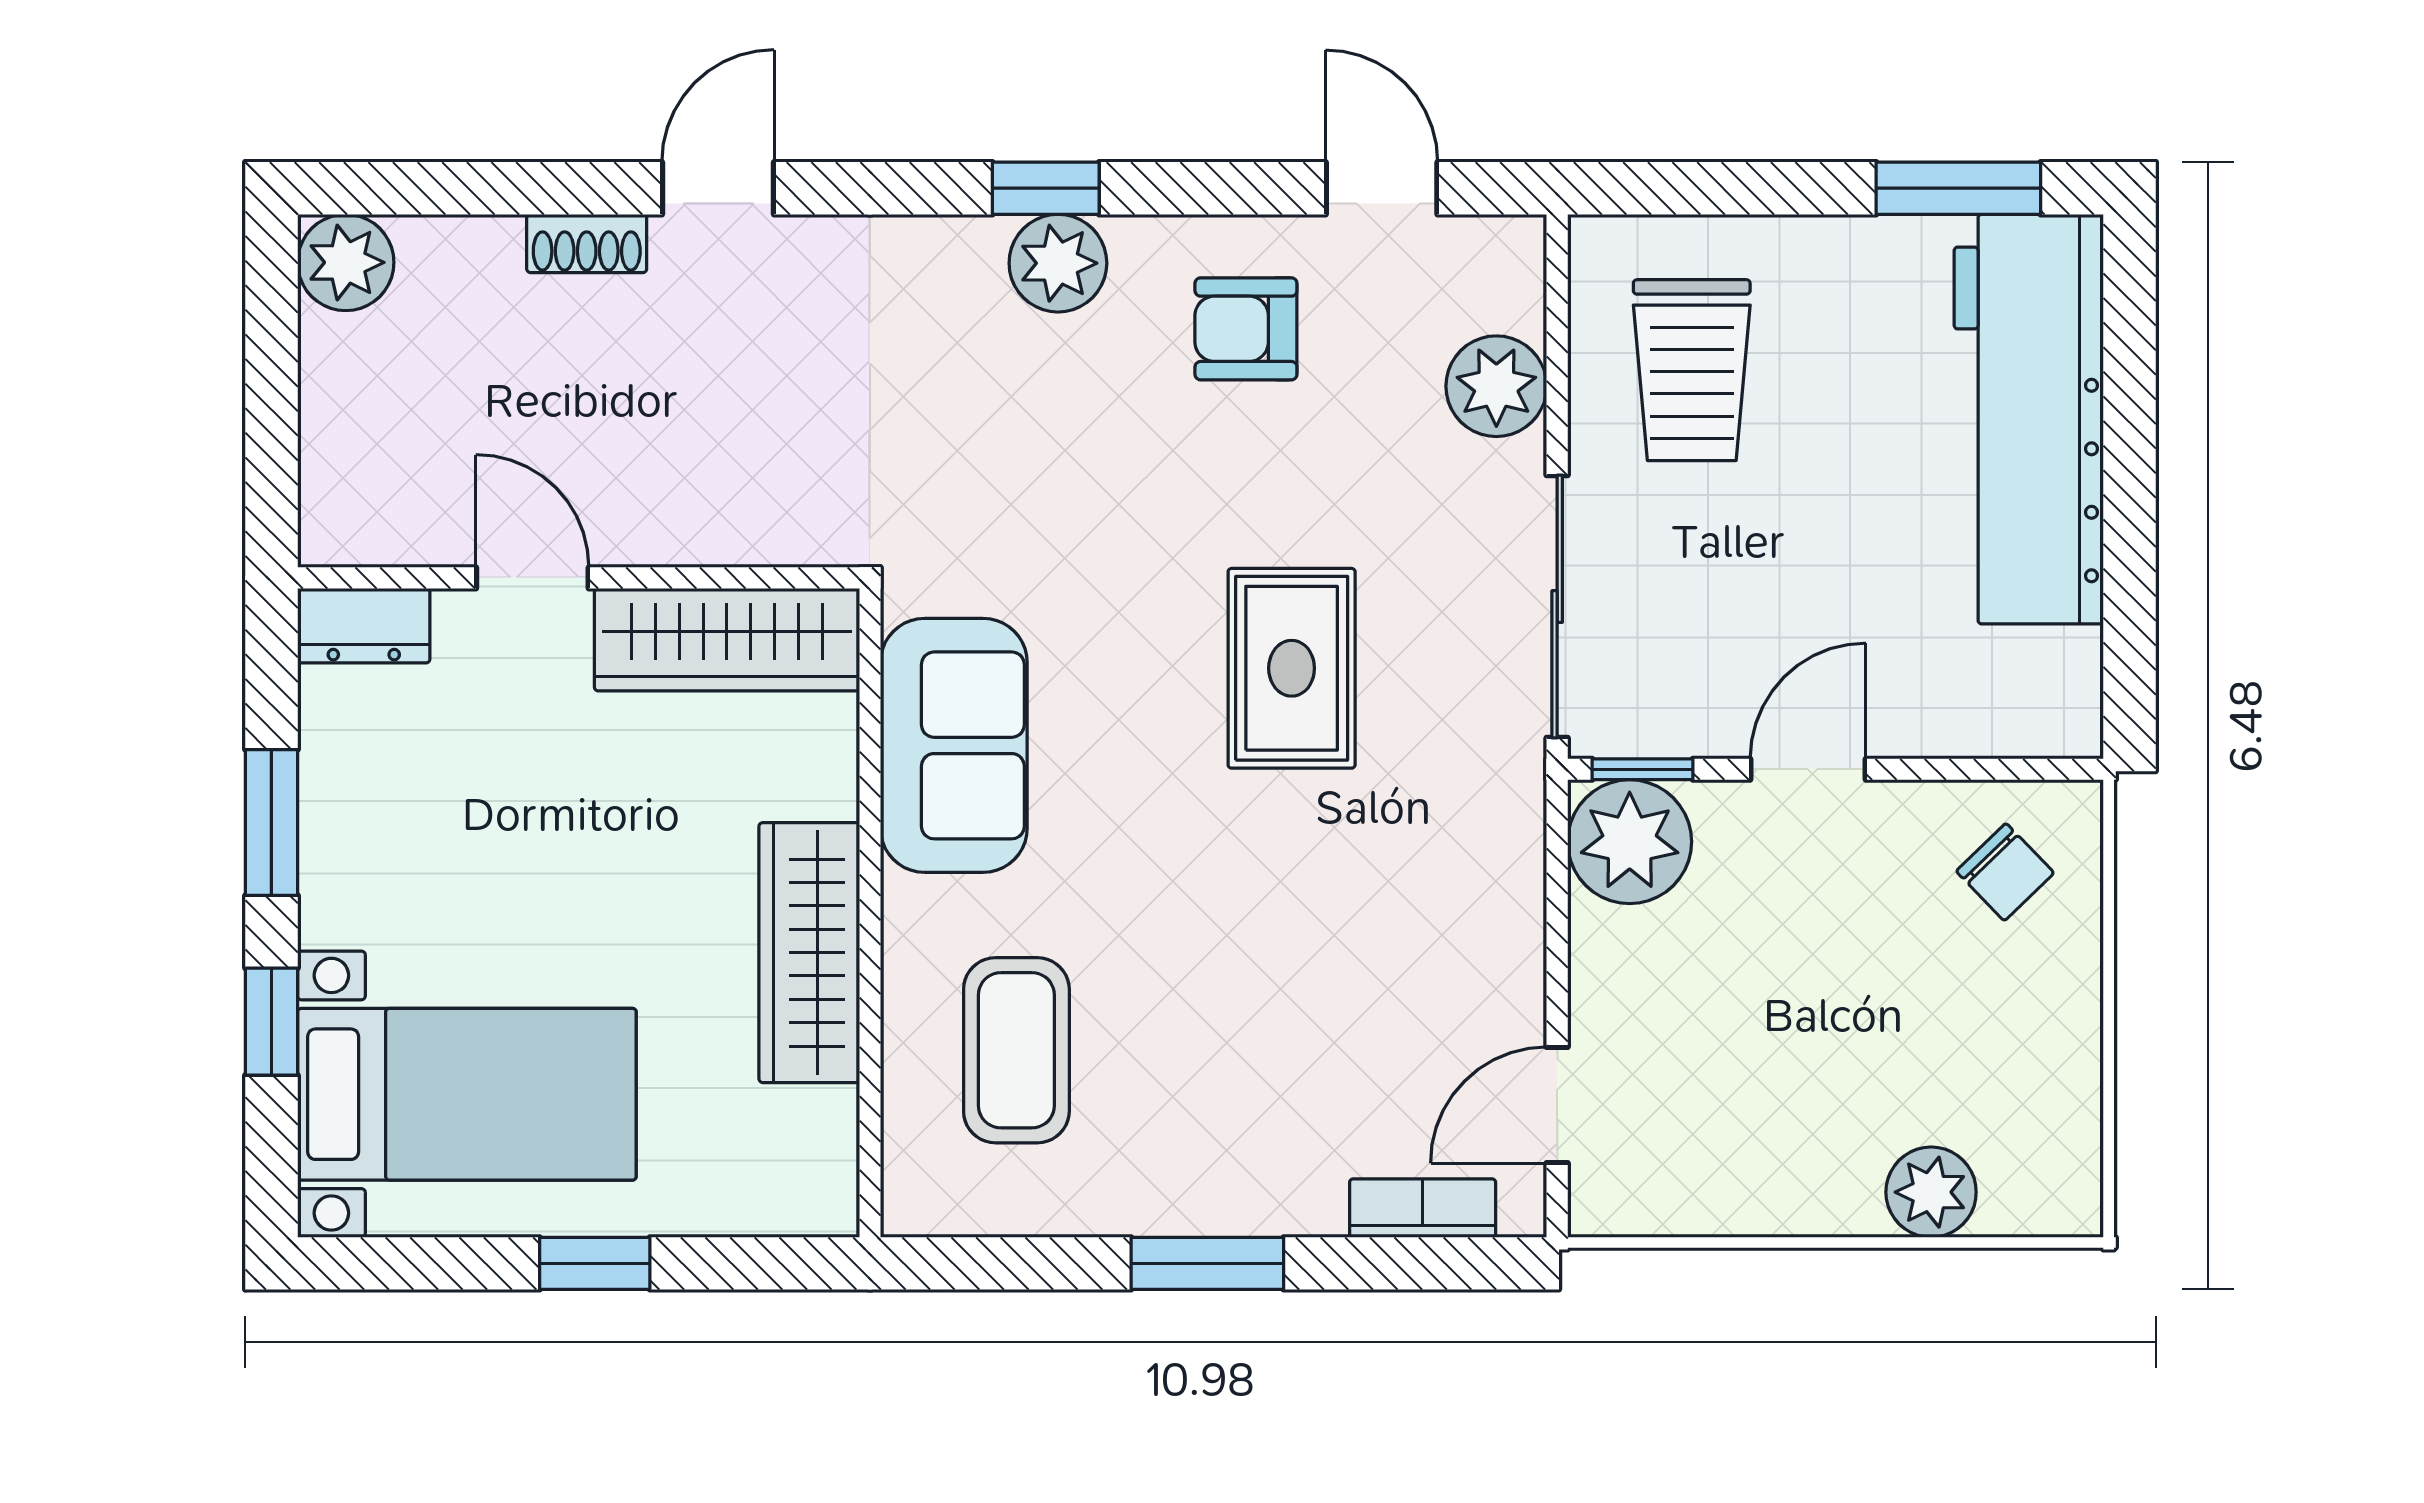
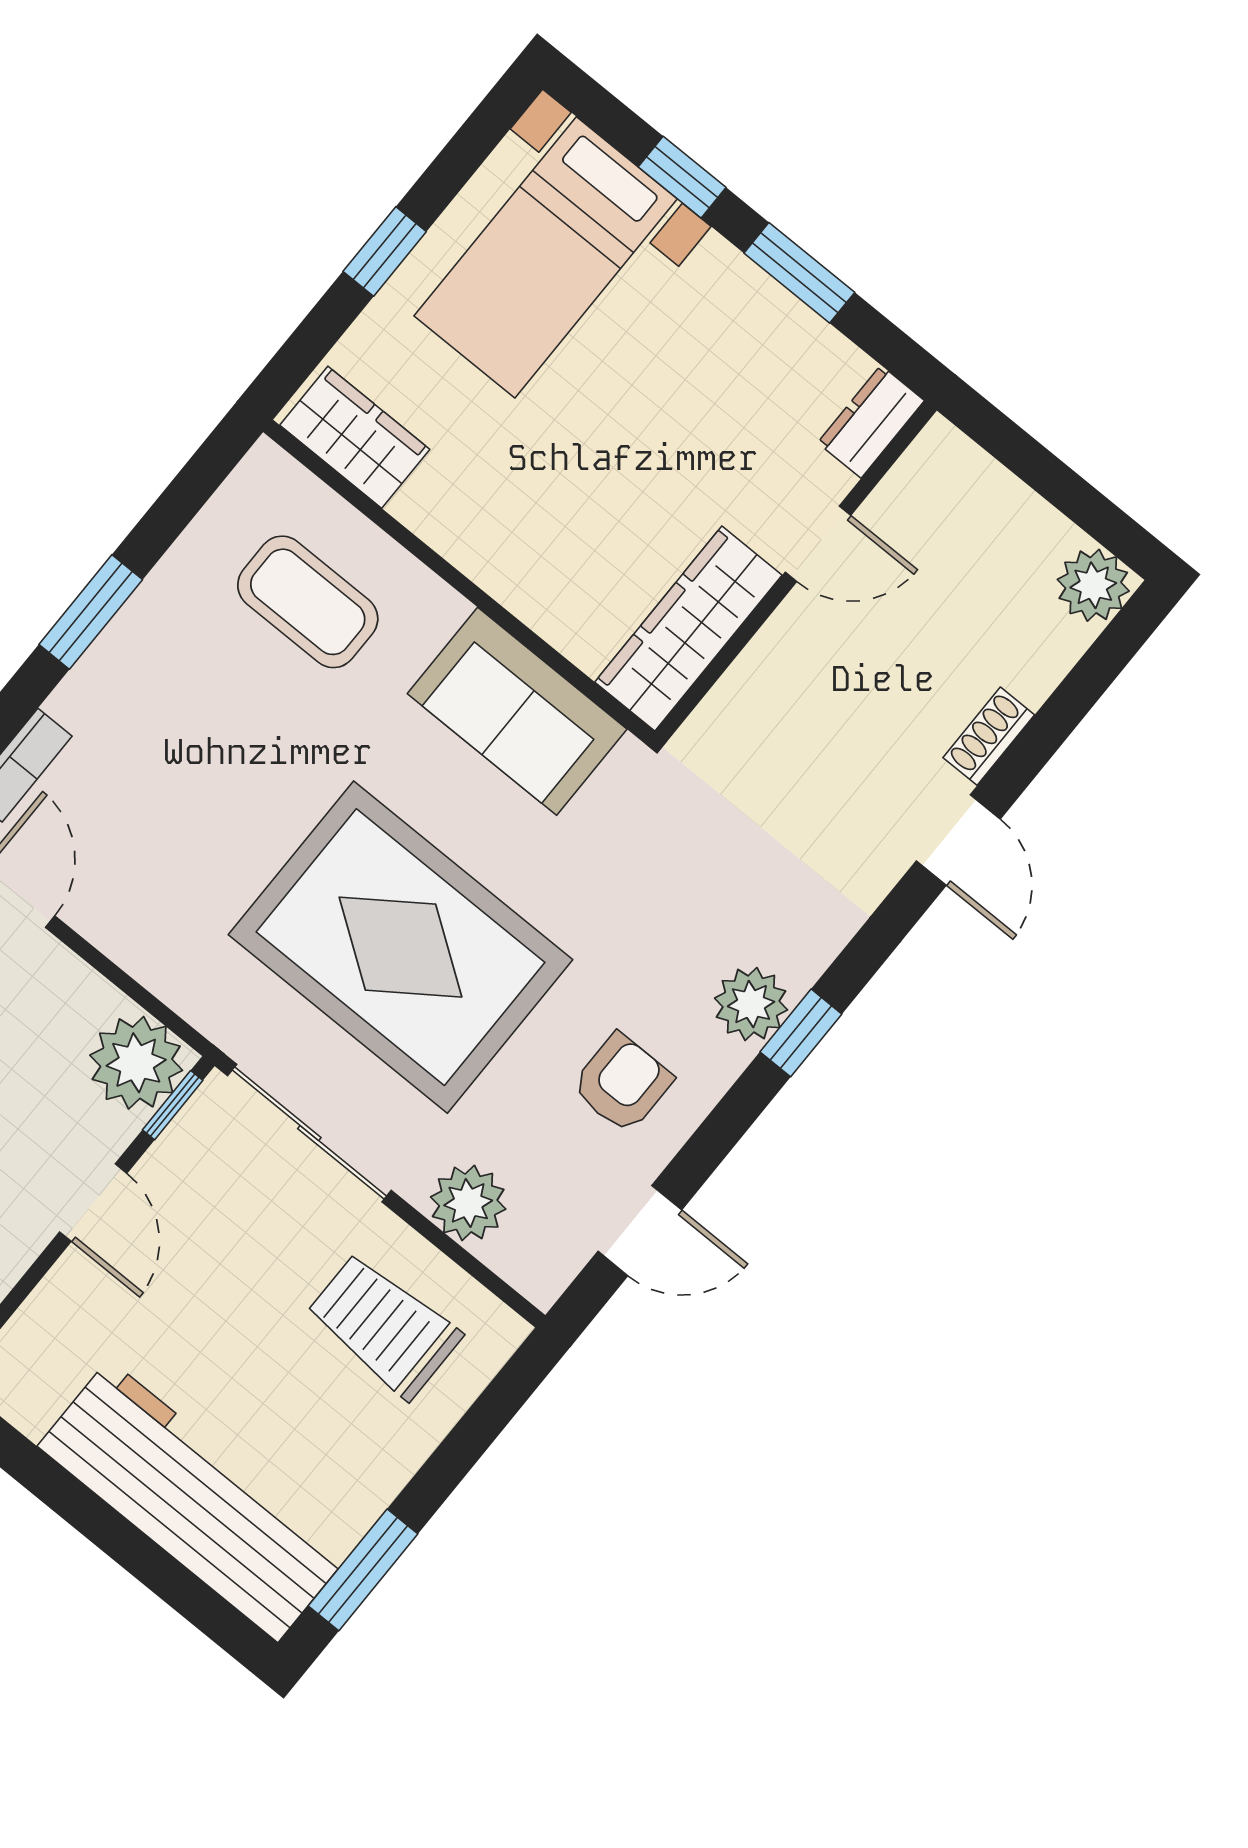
rug: (1292, 668) -> (400, 947), width x1.86, depth x2.06
wardrobe: (809, 953) -> (355, 437), moved, width x0.67

